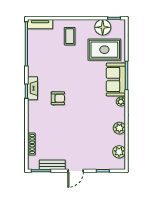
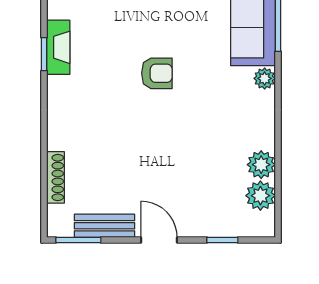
armchair: (58, 98) -> (157, 73), moved
plant: (119, 128) -> (261, 165), moved
door: (76, 171) -> (159, 240), swing flipped

